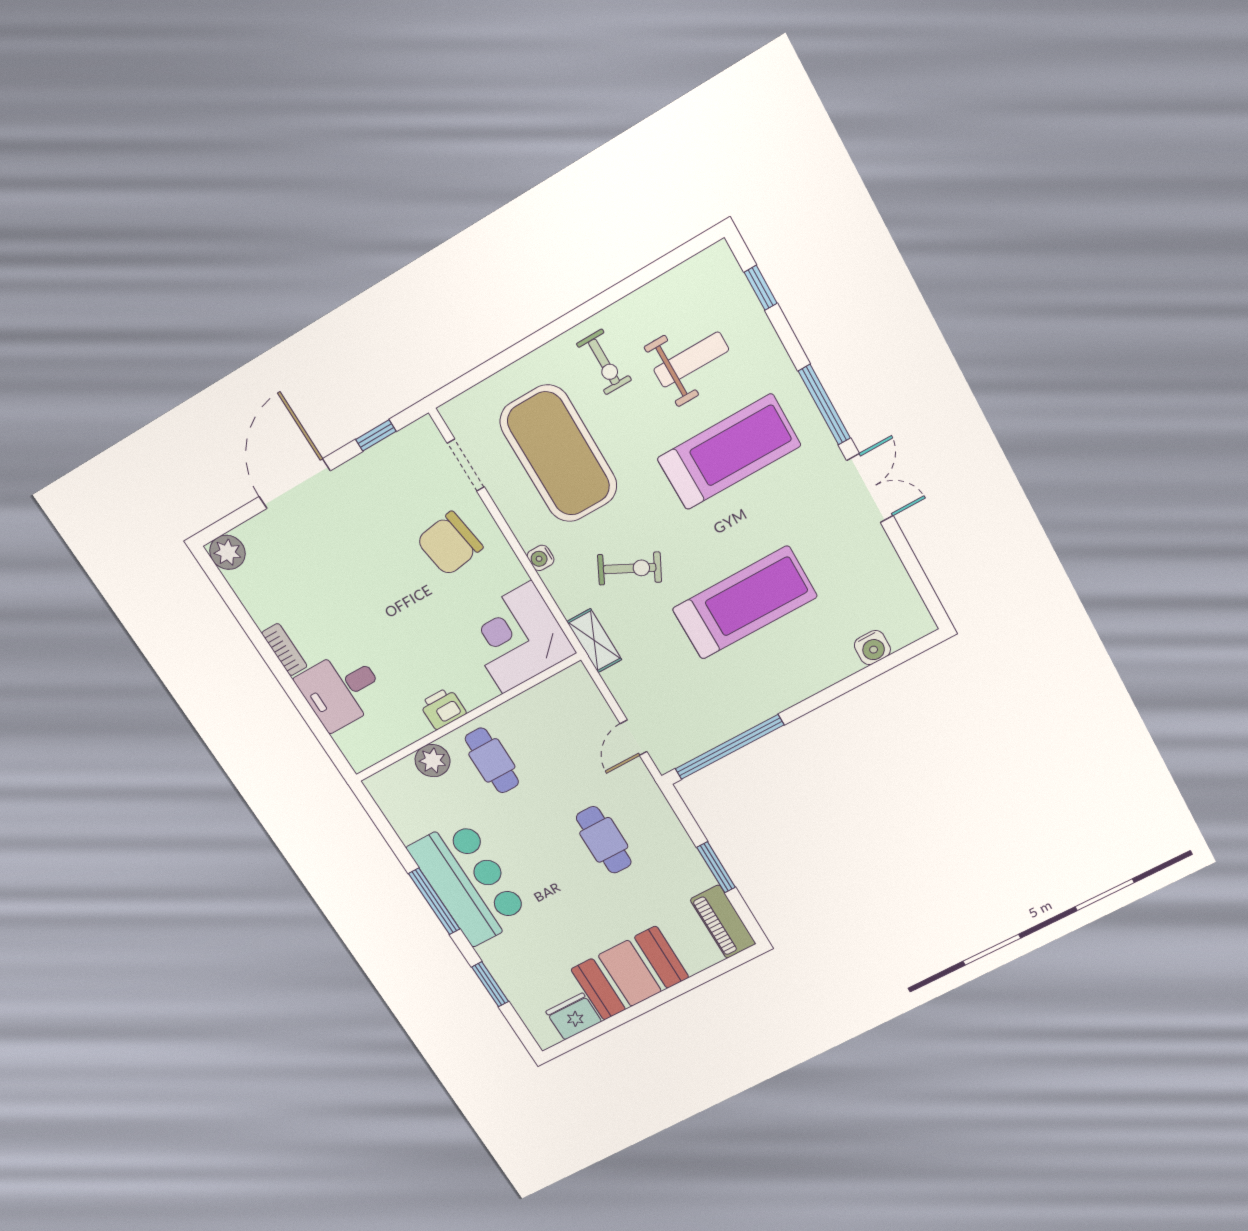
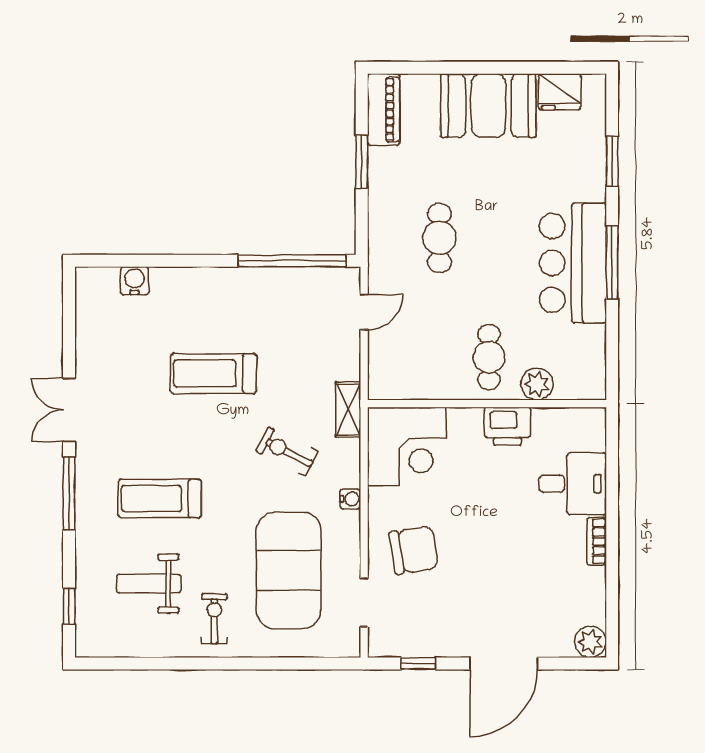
treadmill: (729, 452) -> (160, 498), width x0.73, depth x0.73
treadmill: (745, 603) -> (214, 374), width x0.73, depth x0.73
printer: (443, 708) -> (508, 426), width x1.36, depth x1.24

